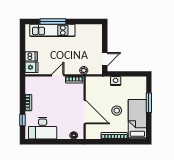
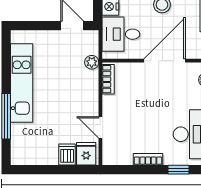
kitchen unit: (52, 30) -> (22, 83), moved
door: (58, 75) -> (100, 127), moved
desk: (100, 87) -> (121, 34), added

